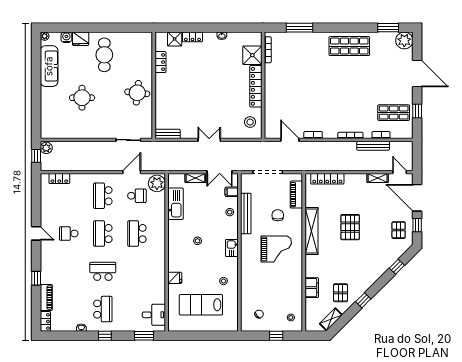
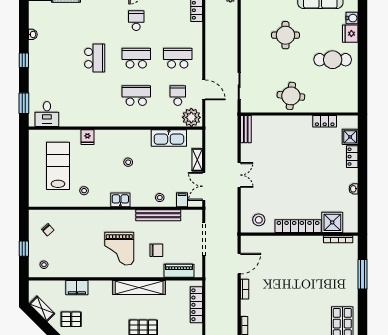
school desk: (137, 196) -> (178, 96), turned 180
school desk: (103, 309) -> (53, 58), removed

